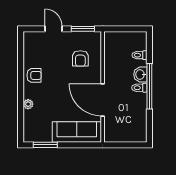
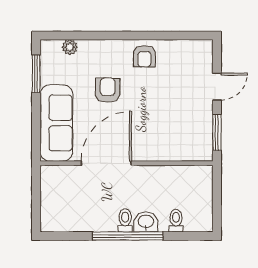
armchair: (80, 58) -> (108, 90), moved, turned 90
plant: (28, 104) -> (70, 47), moved

